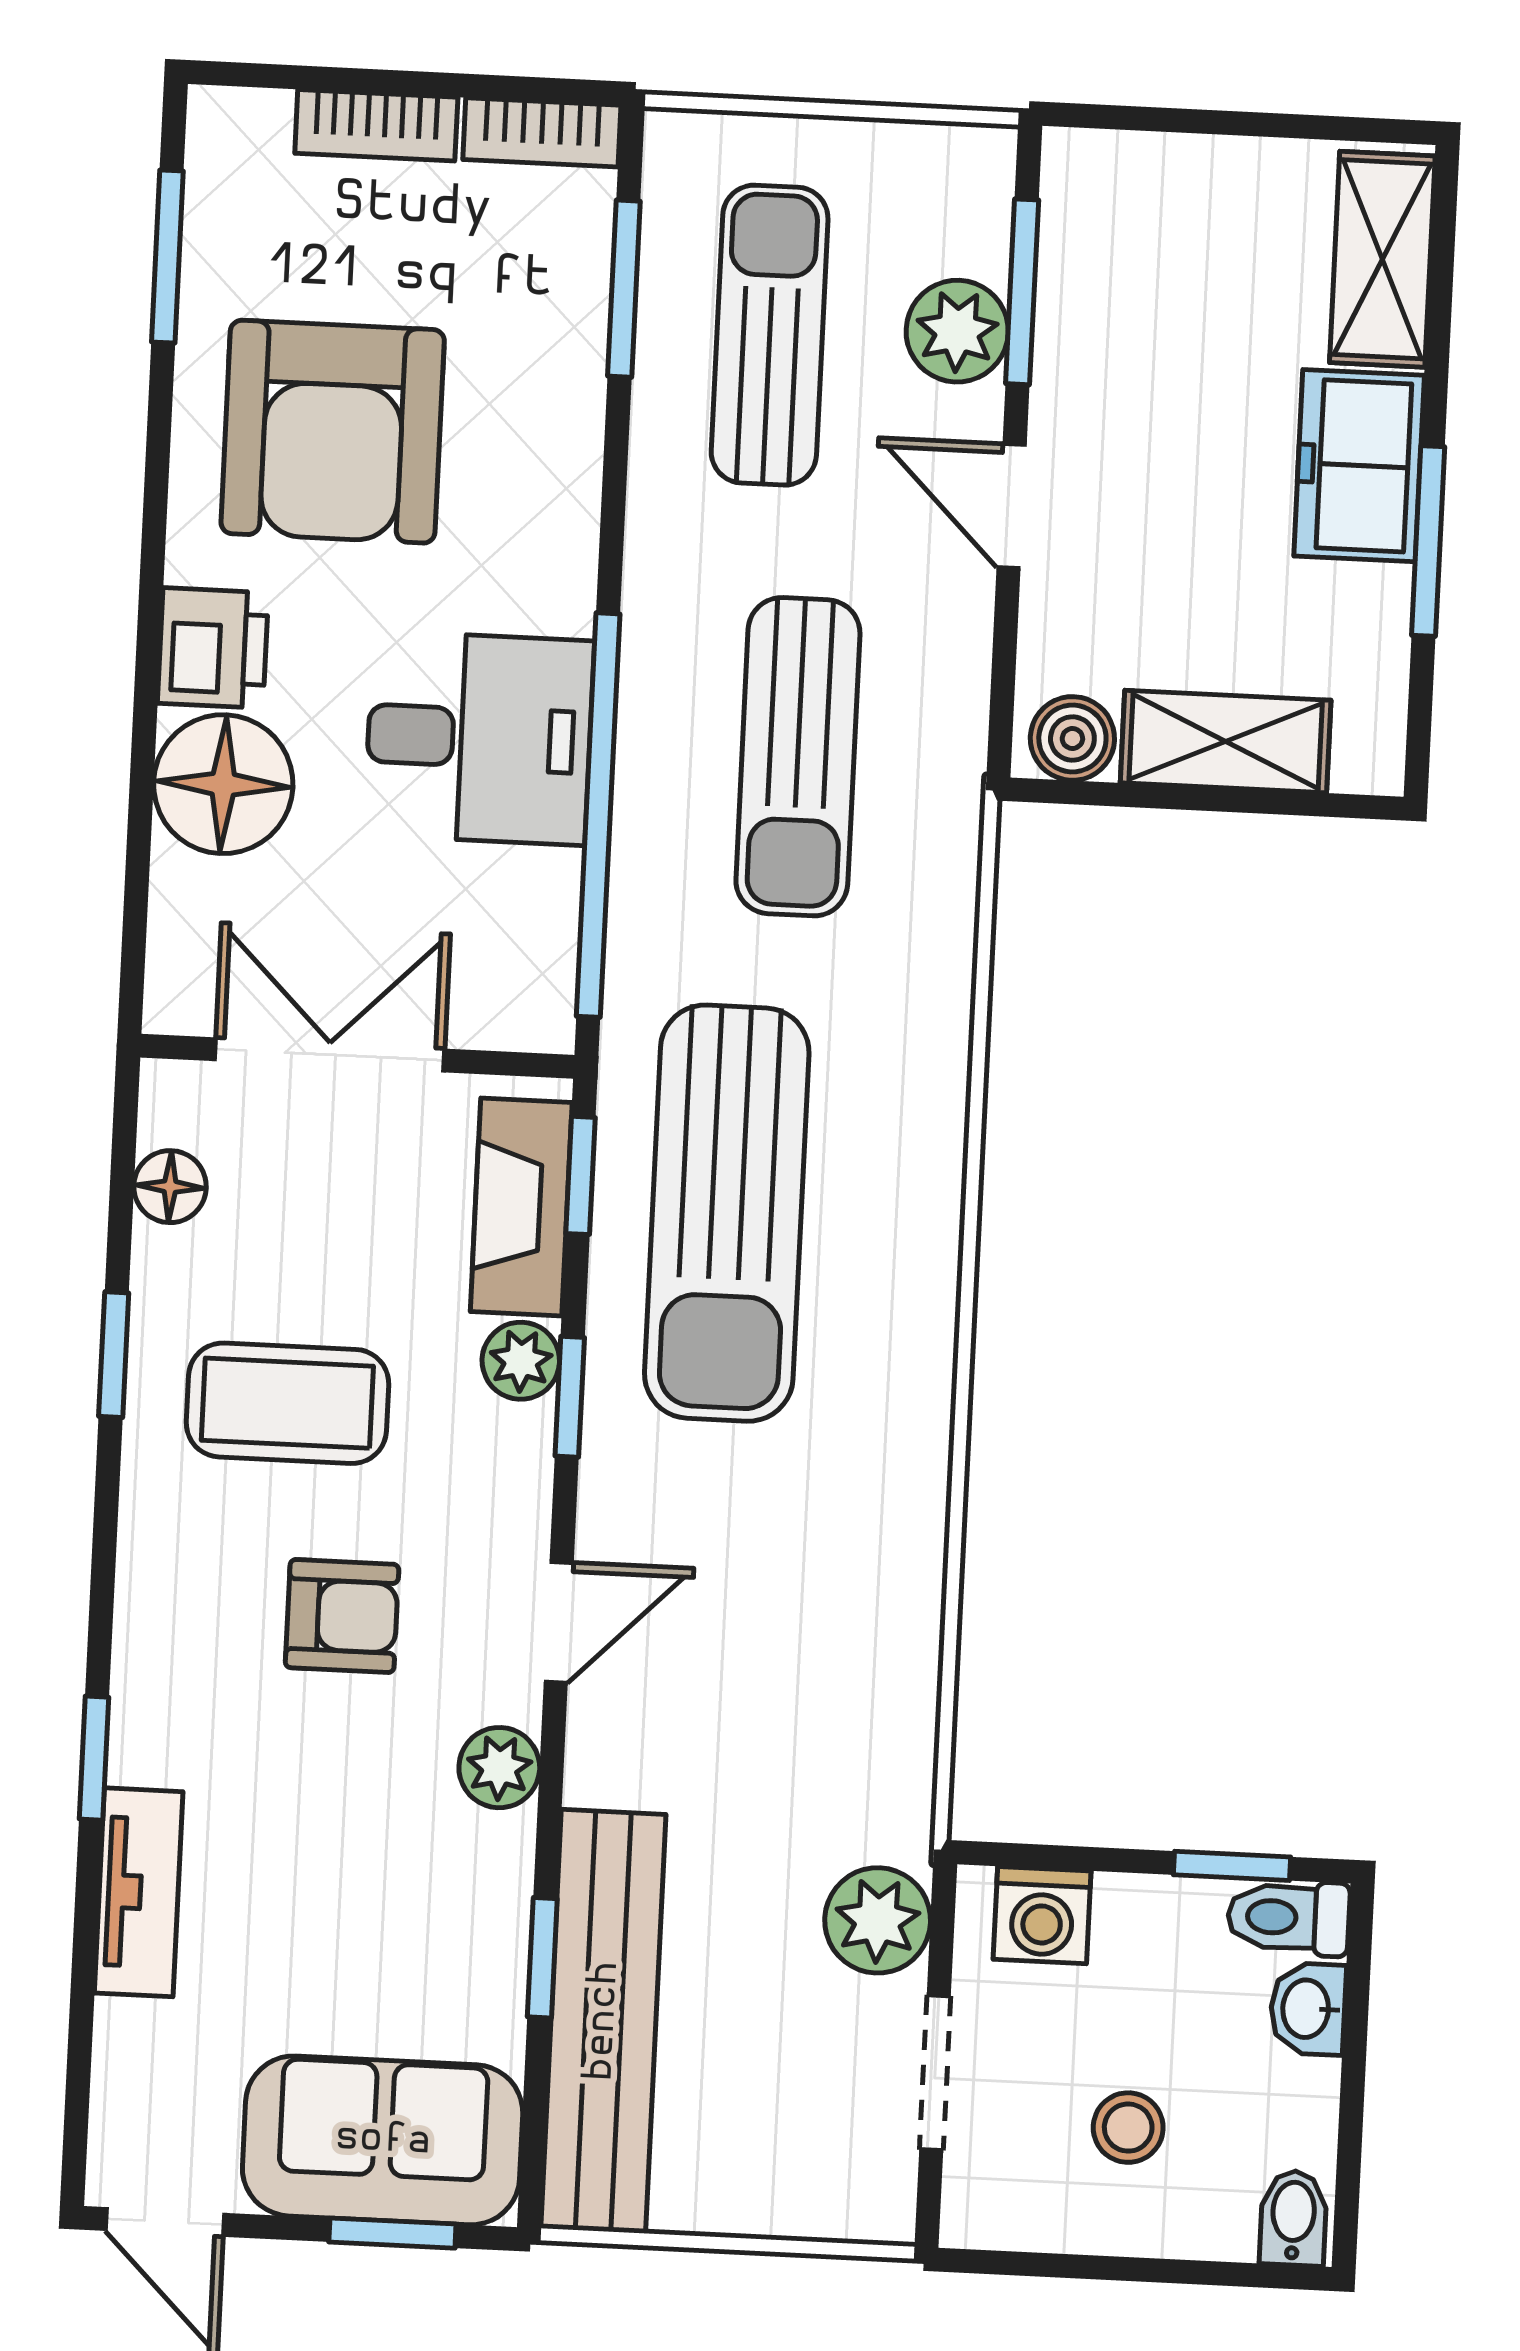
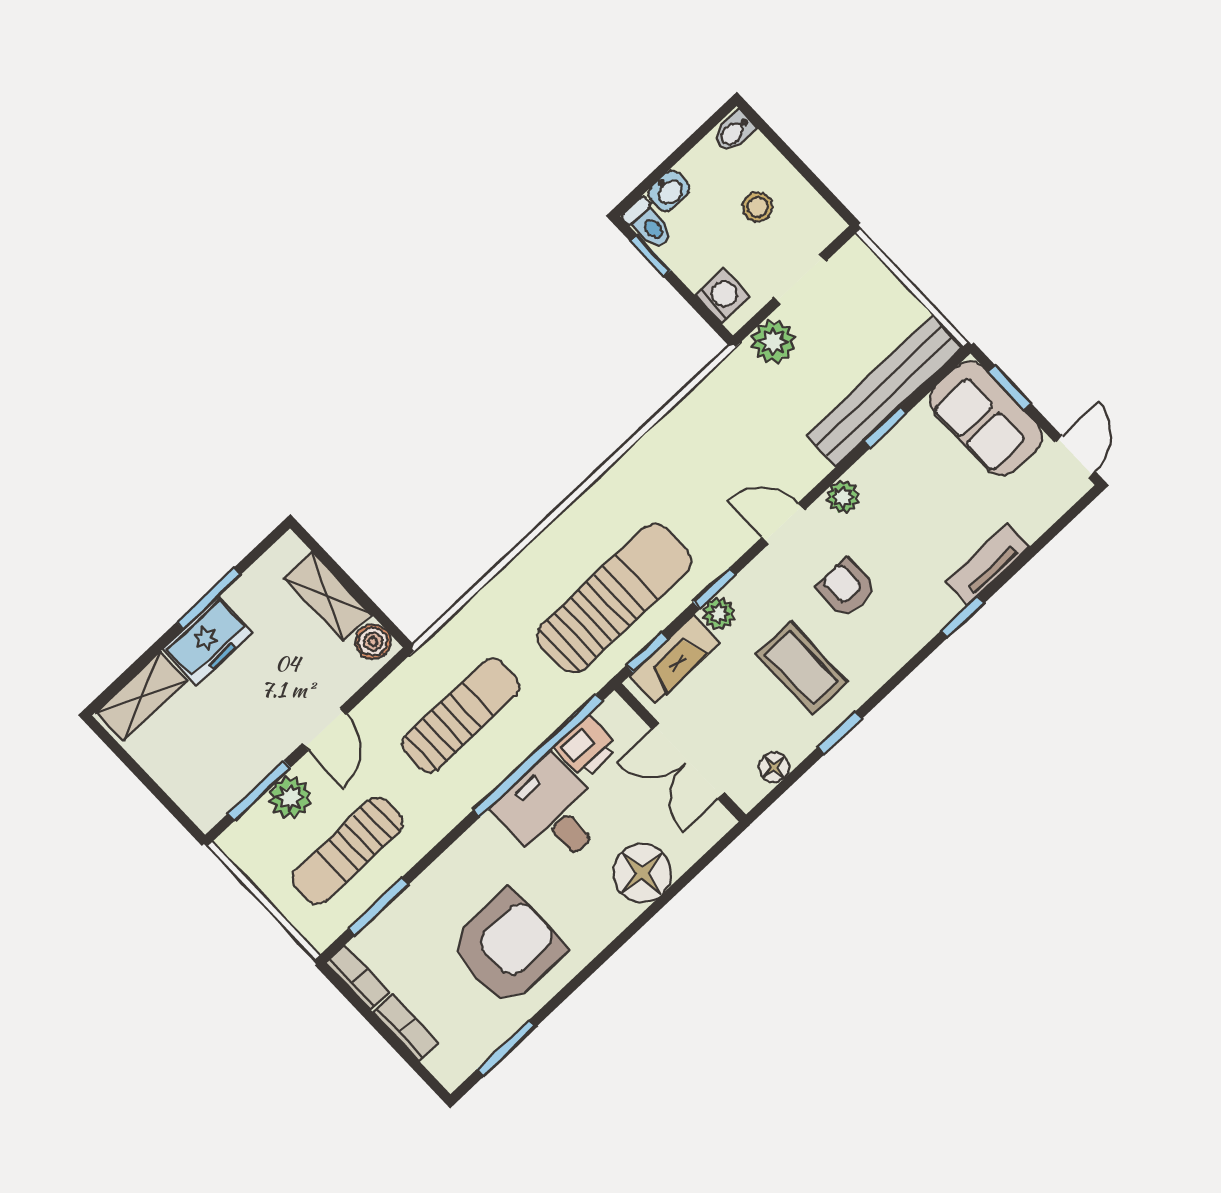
printer: (213, 648) -> (586, 747), moved, turned 180

